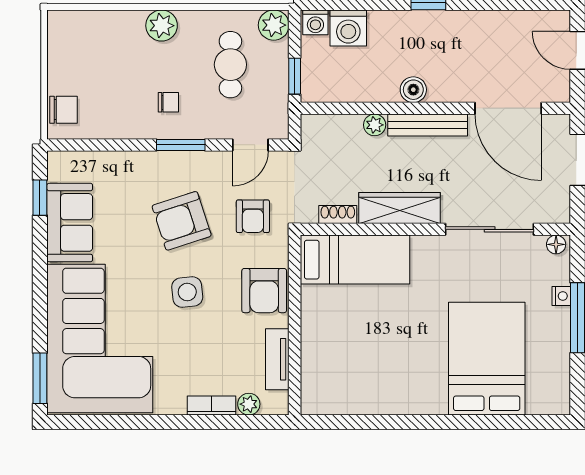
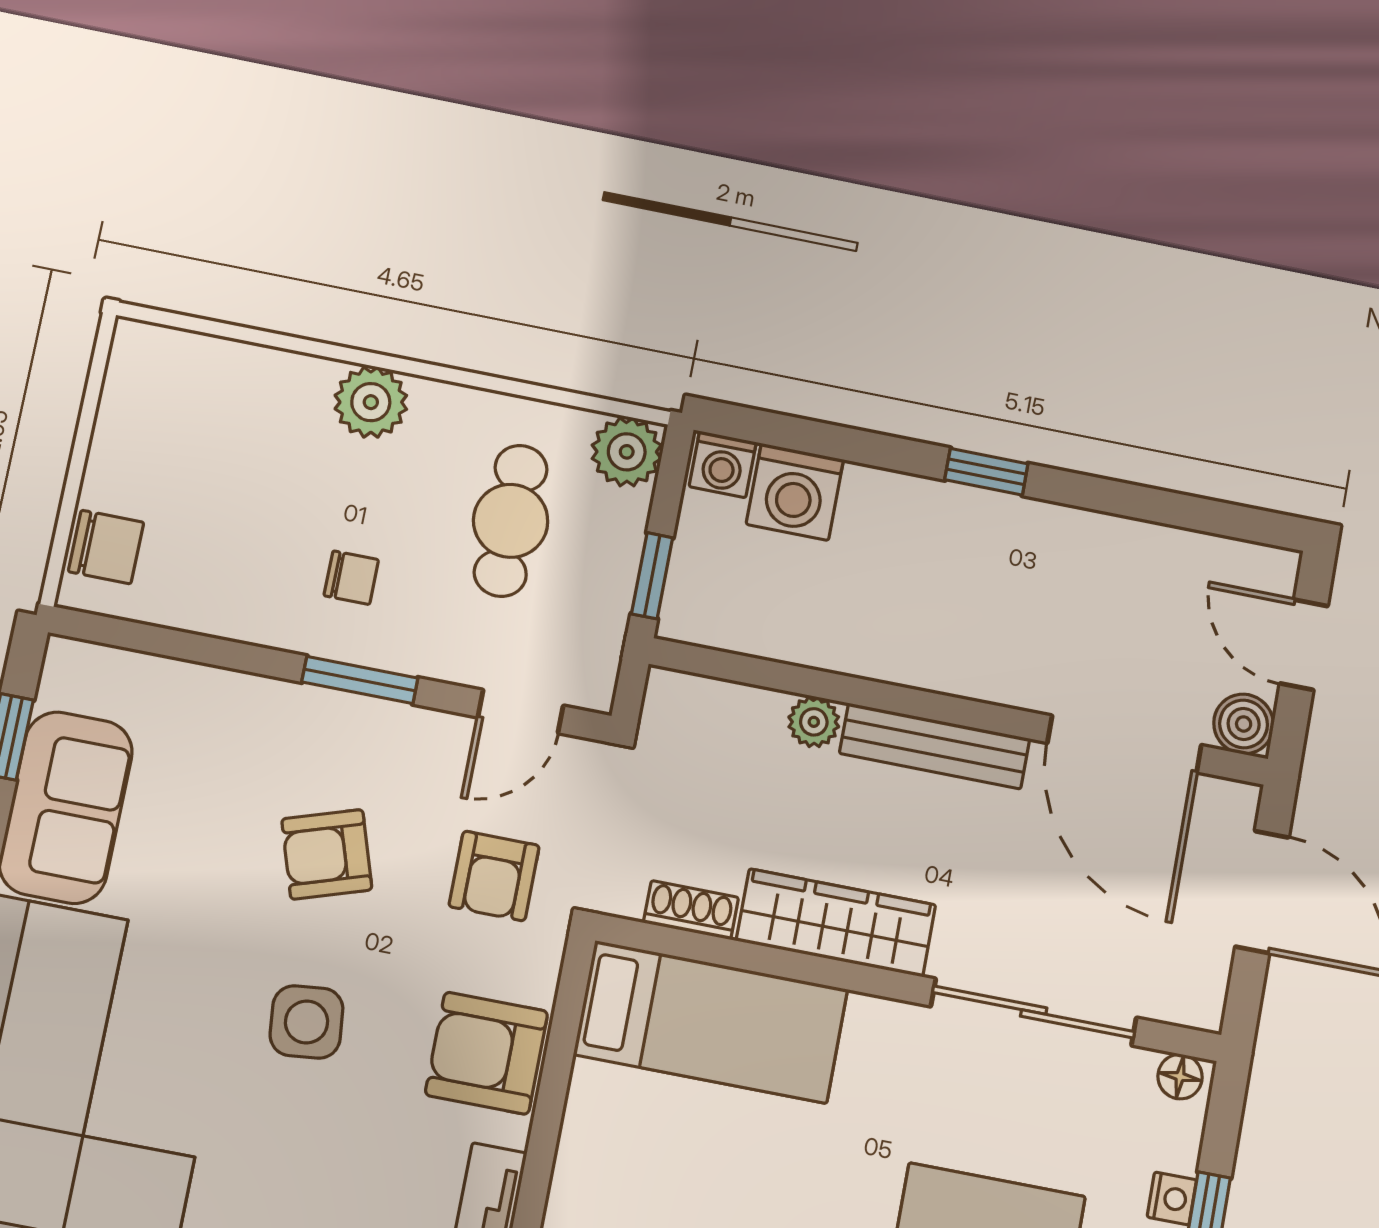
boiler: (413, 90) -> (1244, 724), moved
armchair: (182, 221) -> (327, 854), width x0.72, depth x0.72
armchair: (264, 291) -> (487, 1053), turned 90

